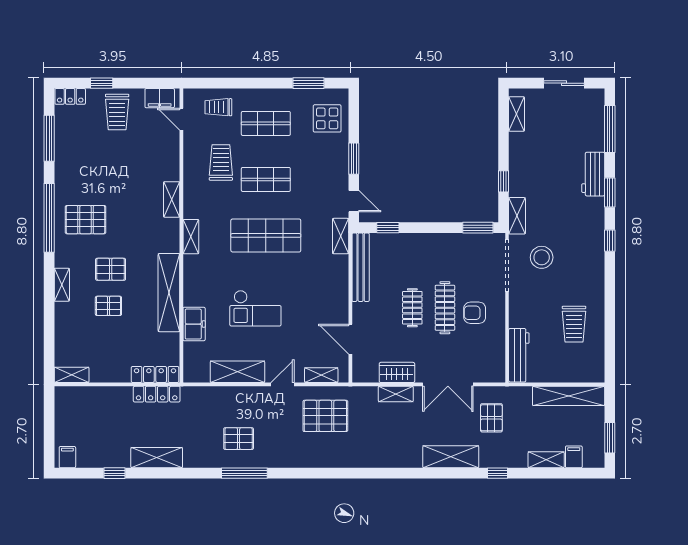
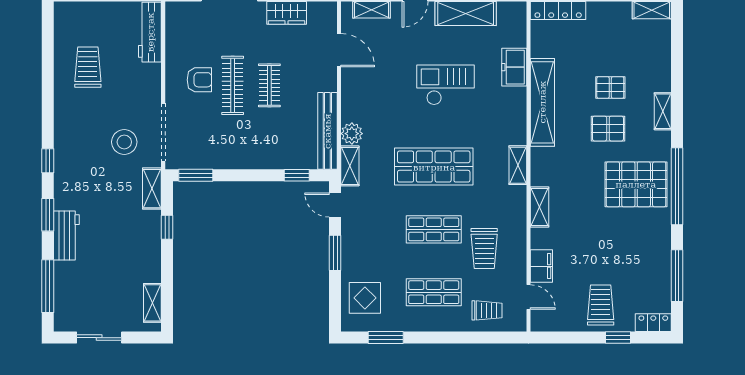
filing cabinet: (160, 98) -> (541, 266), moved, turned 90
pallet: (86, 220) -> (636, 184), width x1.37, depth x1.41
plant: (339, 265) -> (352, 134), added

